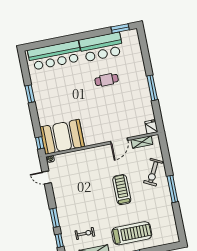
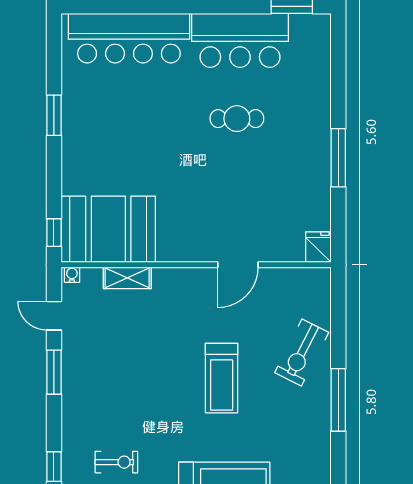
shelving: (142, 142) -> (127, 278), moved
treadmill: (122, 190) -> (222, 378), turned 180
window: (55, 218) -> (54, 372), moved

